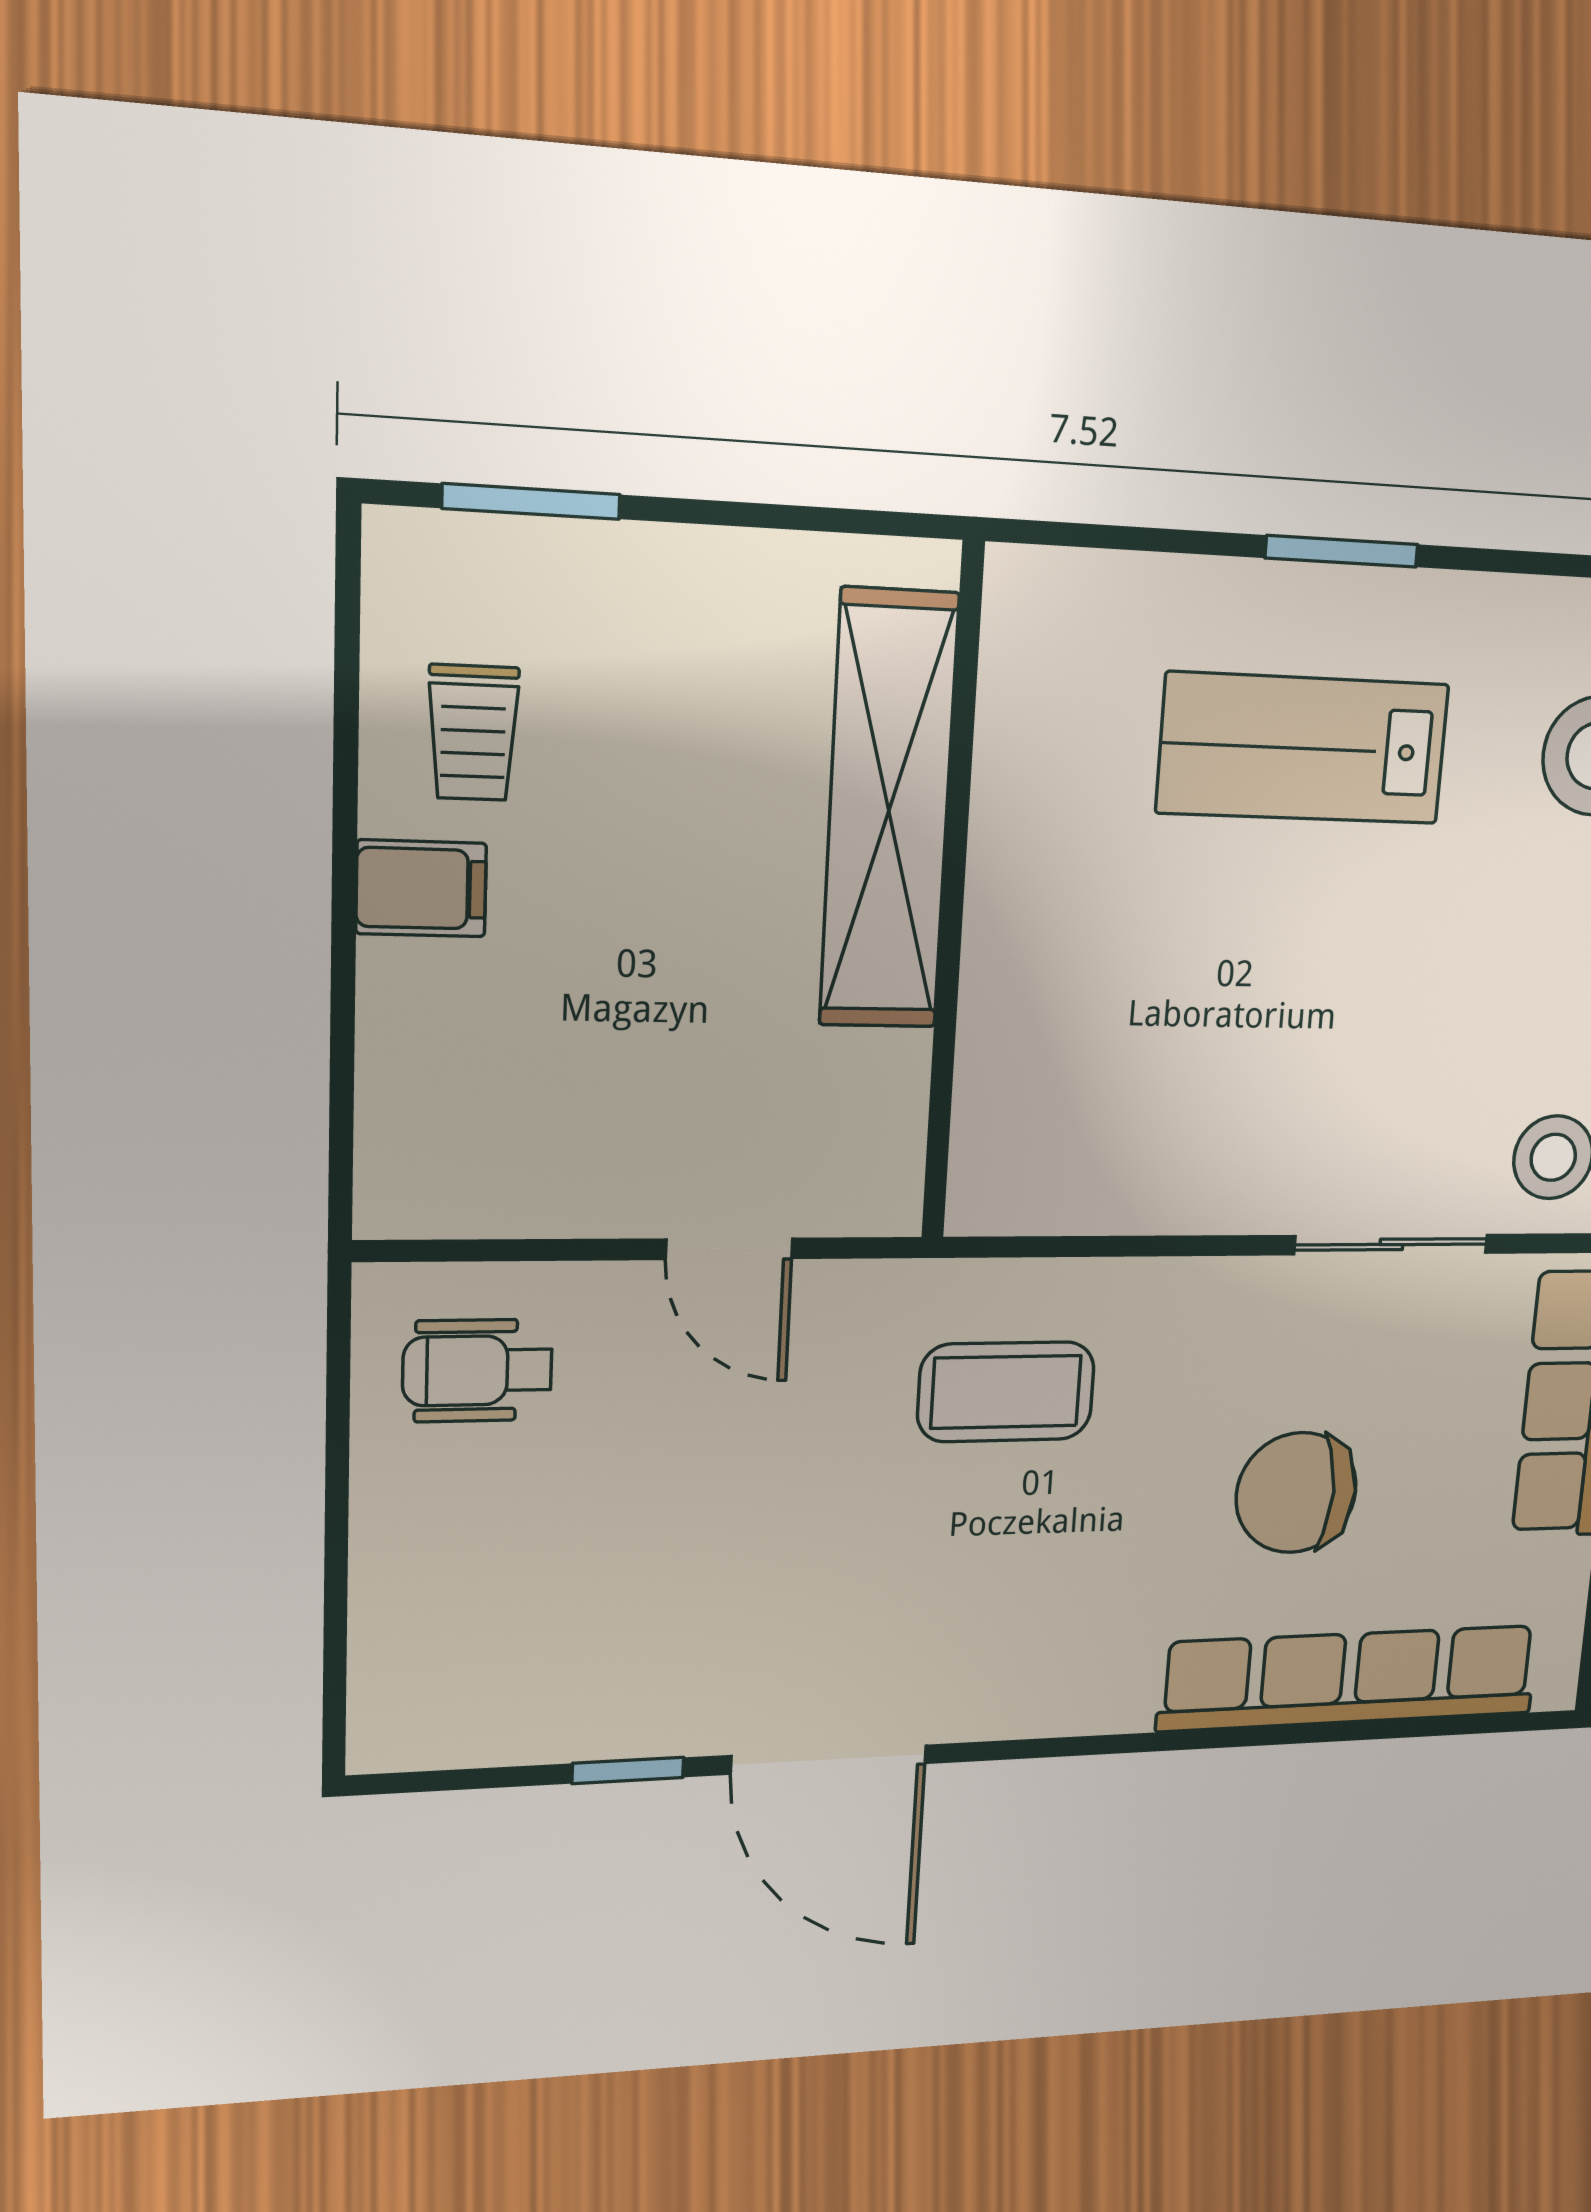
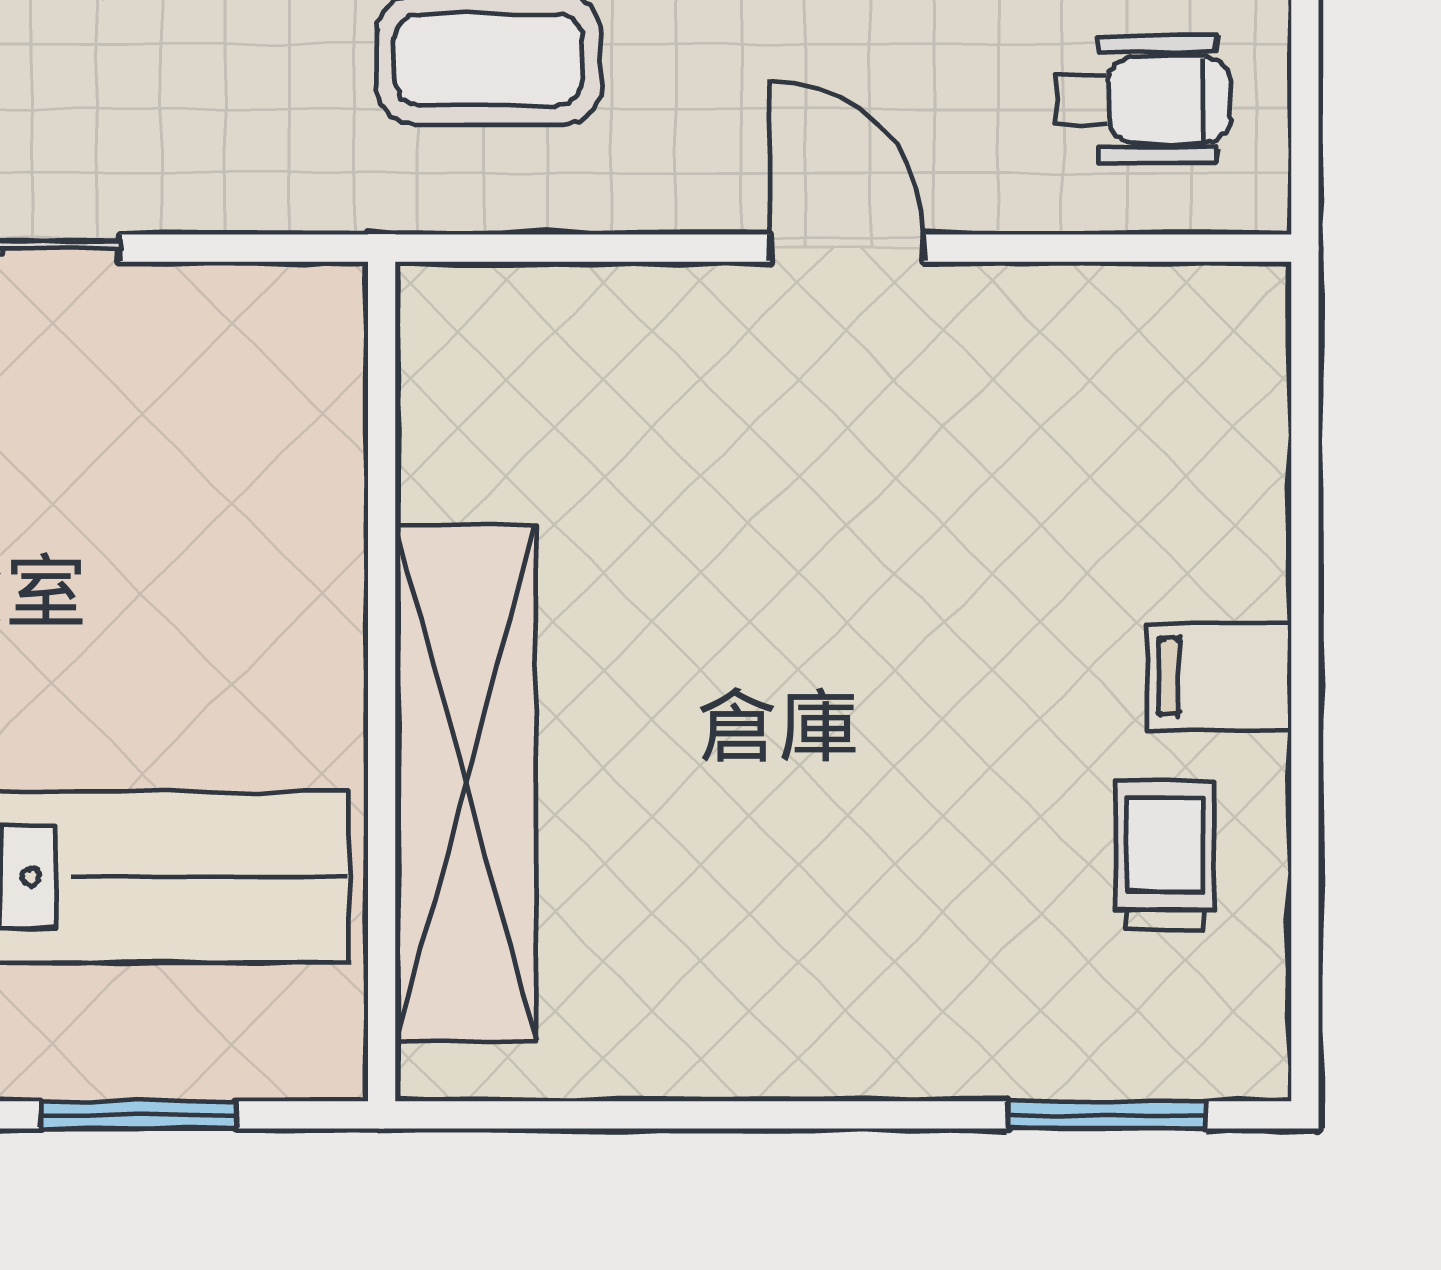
shelving: (889, 811) -> (466, 783), moved
wall: (953, 898) -> (382, 682), moved

